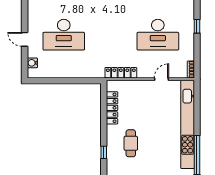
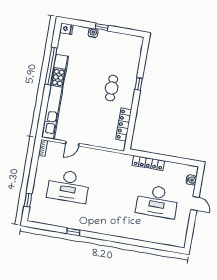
window: (197, 26) -> (28, 200), moved
desk: (64, 35) -> (157, 201), turned 180
desk: (158, 35) -> (68, 186), turned 180
locker: (121, 73) -> (148, 163), moved

